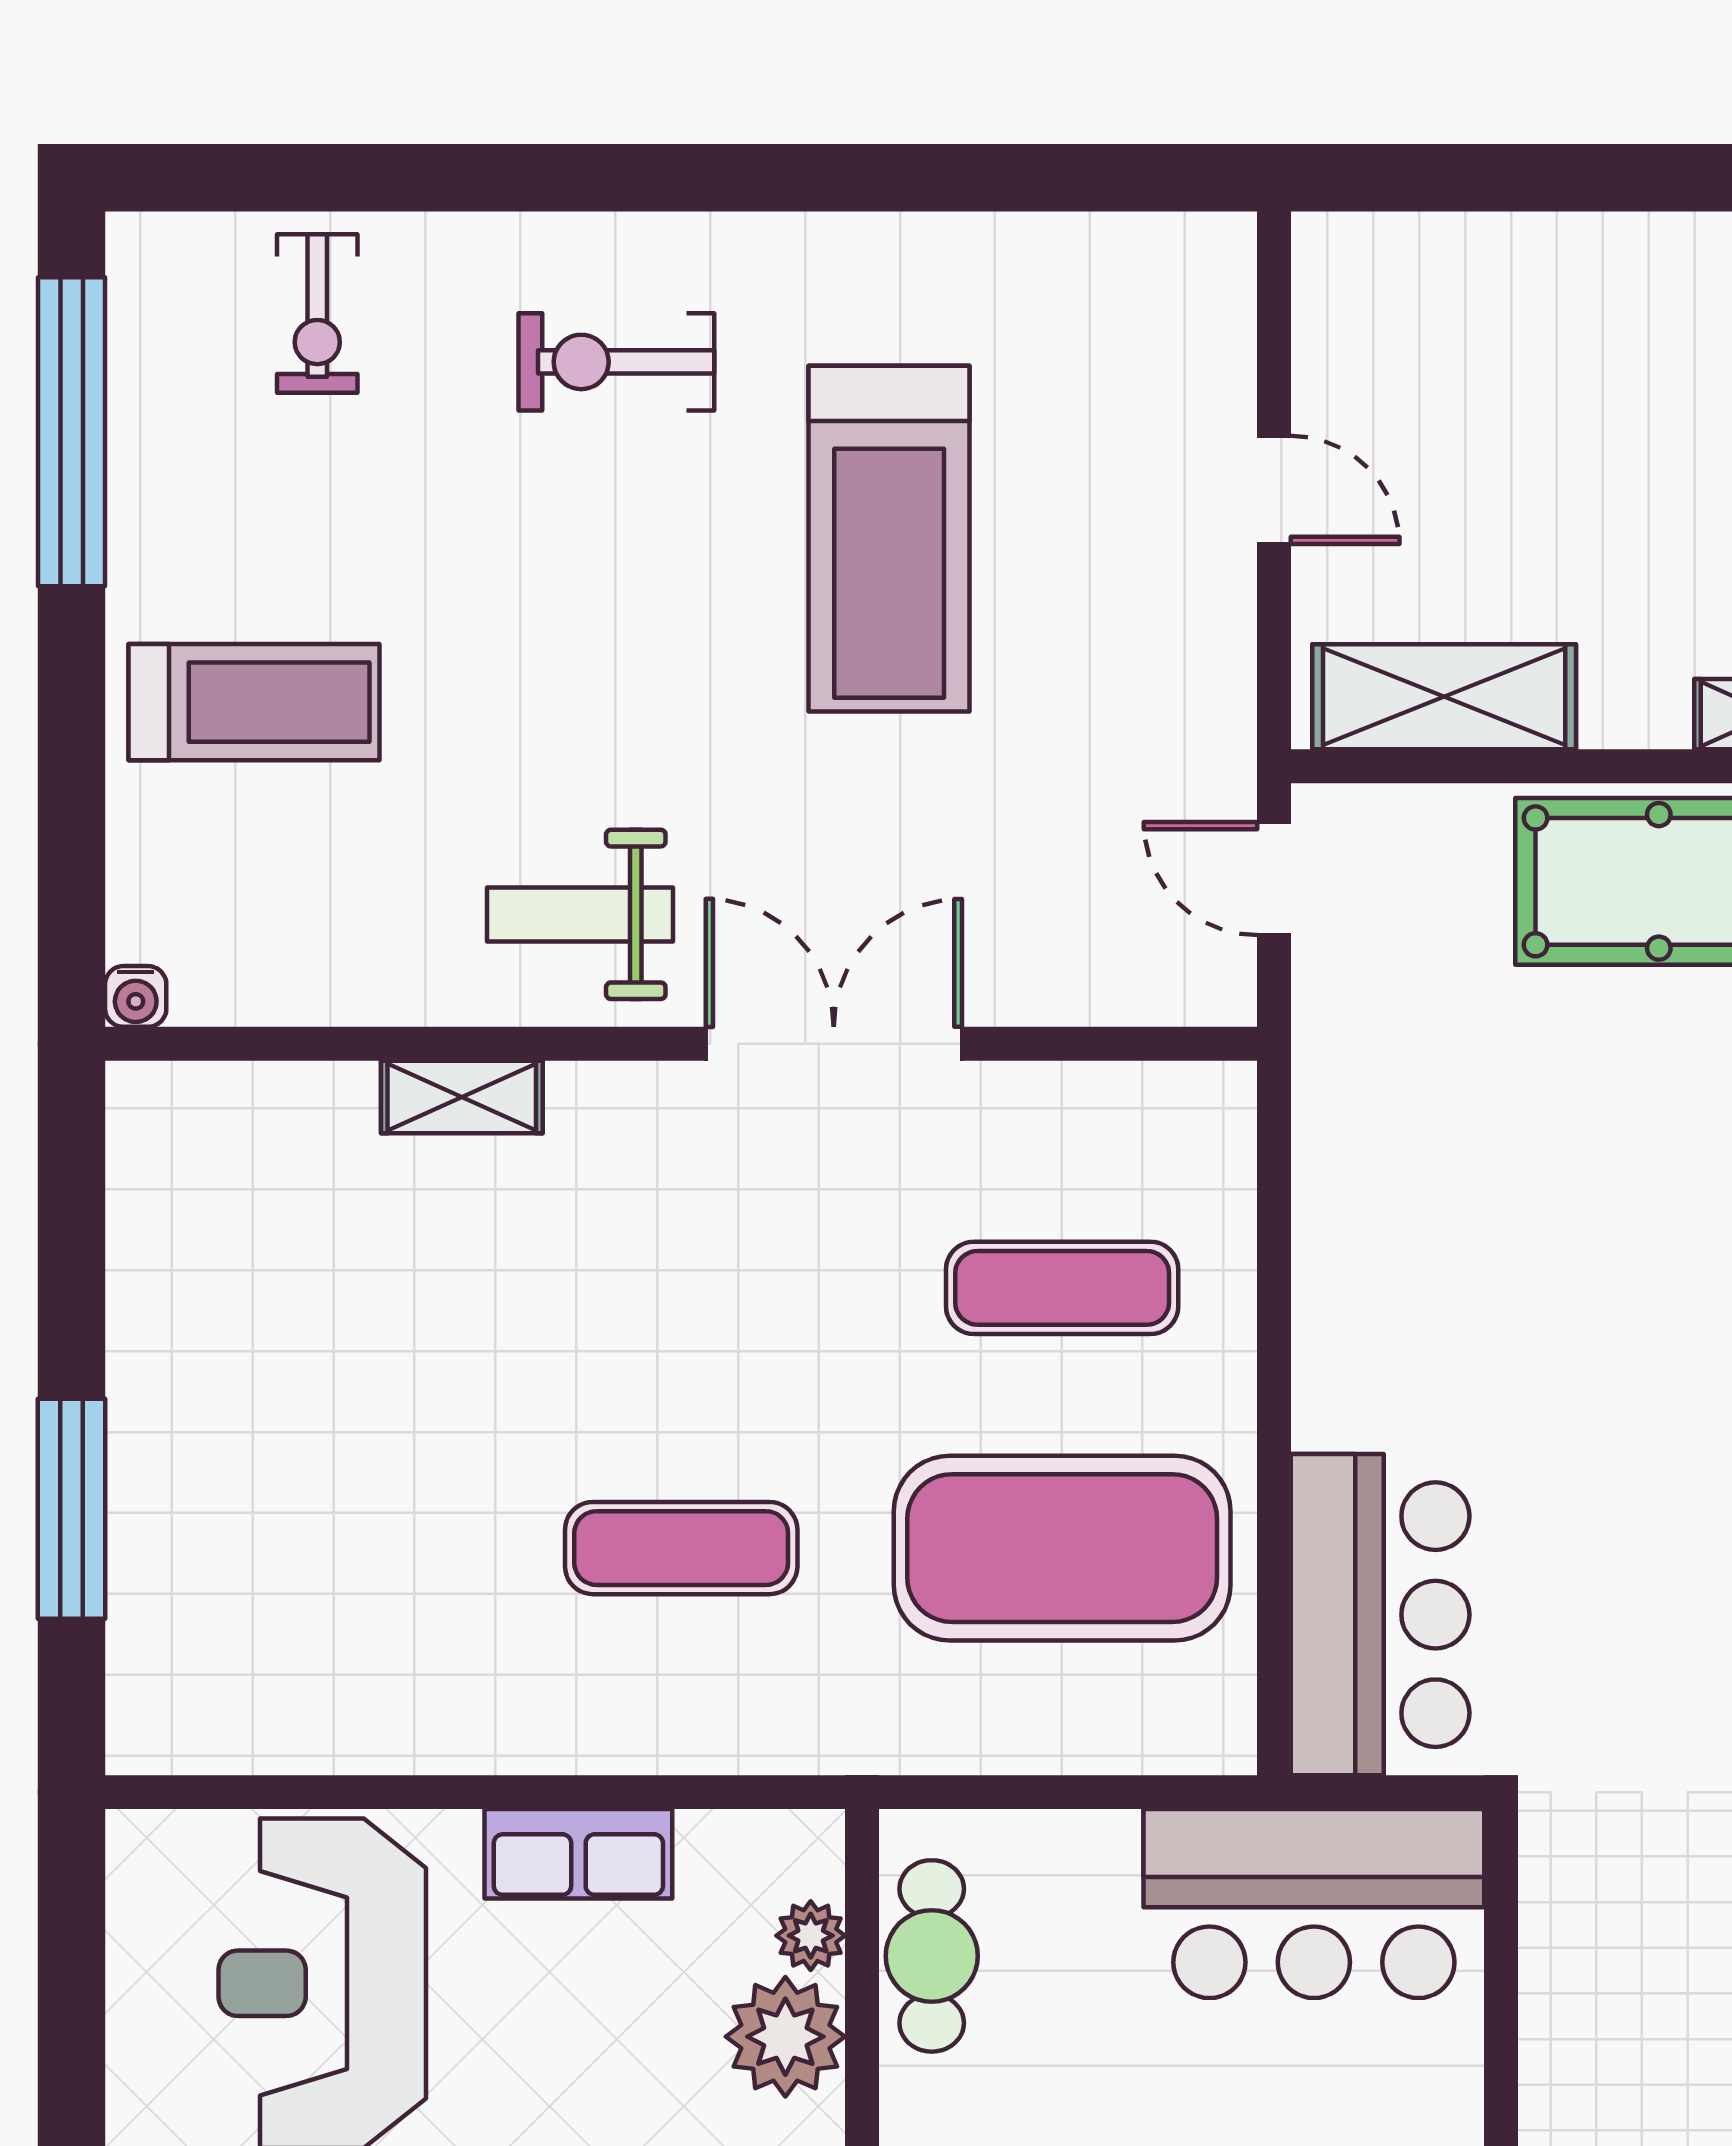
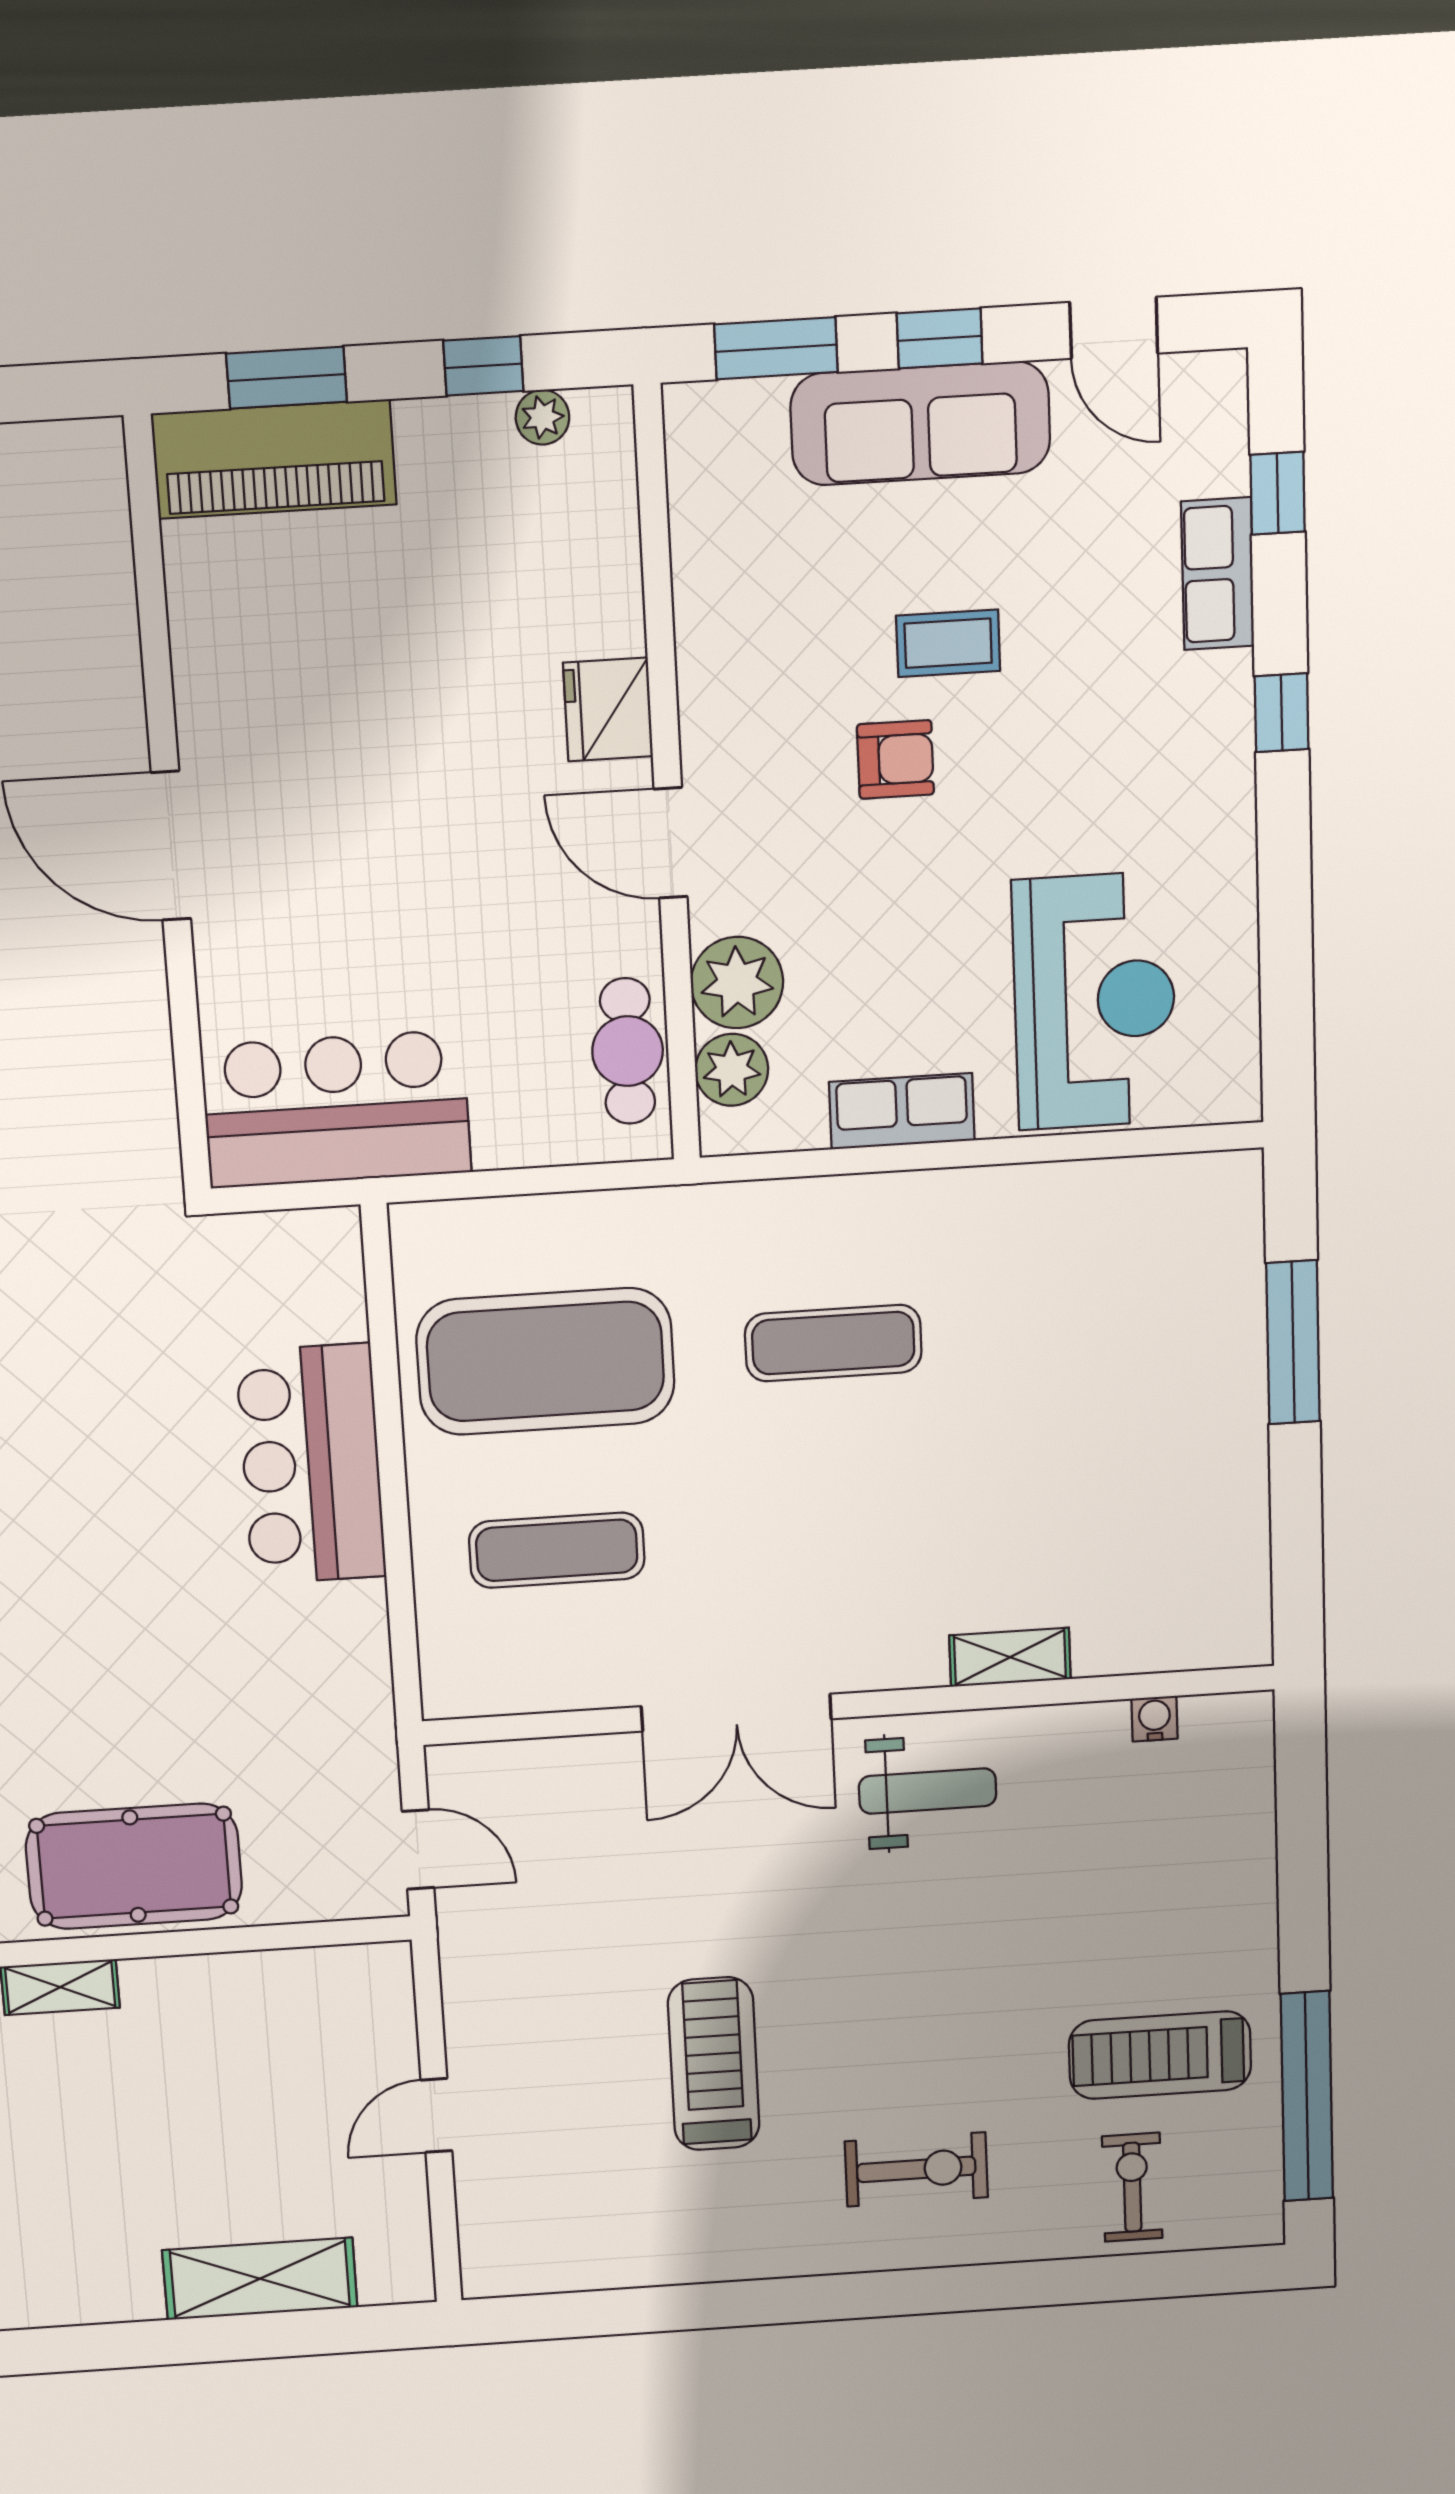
door: (1274, 490) -> (436, 2115), hinge flipped
treadmill: (889, 539) -> (714, 2064), width x0.73, depth x0.73
shelving: (1444, 697) -> (260, 2279), moved
treadmill: (254, 702) -> (1160, 2055), moved
water cooler: (136, 996) -> (1155, 1719), moved
bar counter: (1380, 1615) -> (311, 1464), moved
plant: (811, 1936) -> (732, 1070), width x1.38, depth x1.38

